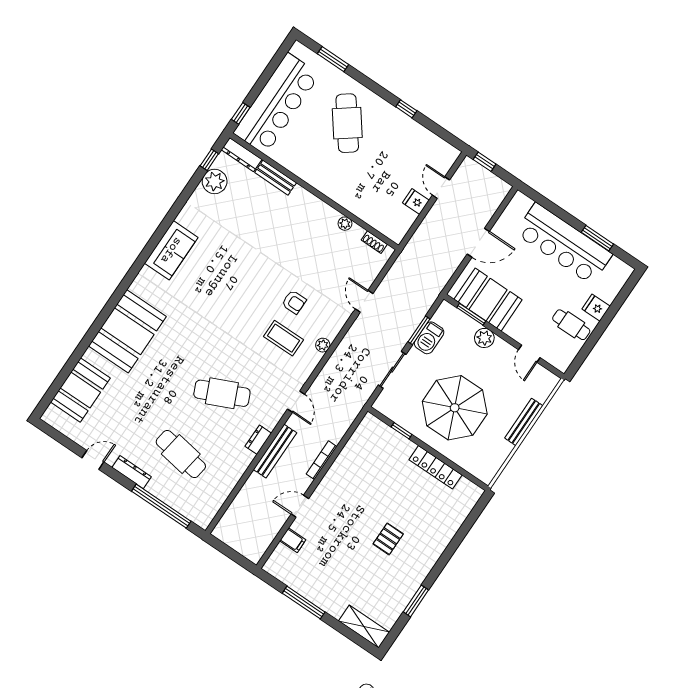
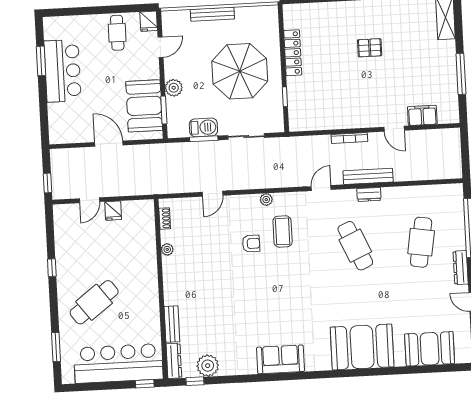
bar counter: (564, 244) -> (63, 71), width x0.73
armchair: (294, 302) -> (251, 244), turned 90
fridge: (596, 308) -> (149, 21), moved
filing cabinet: (293, 540) -> (422, 115), width x2.00

